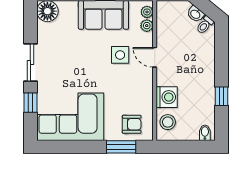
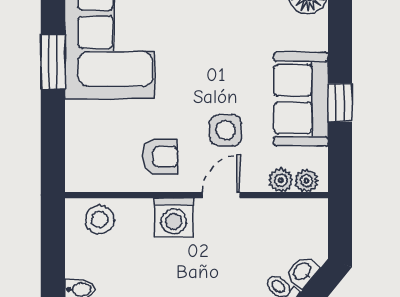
washing machine: (167, 97) -> (174, 218), moved
armchair: (132, 124) -> (160, 157), moved, turned -89
window: (121, 147) -> (53, 62), moved

